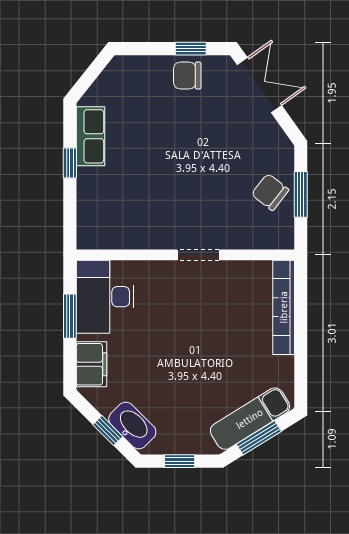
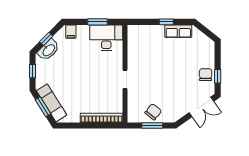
filing cabinet: (91, 364) -> (71, 32), width x0.50

